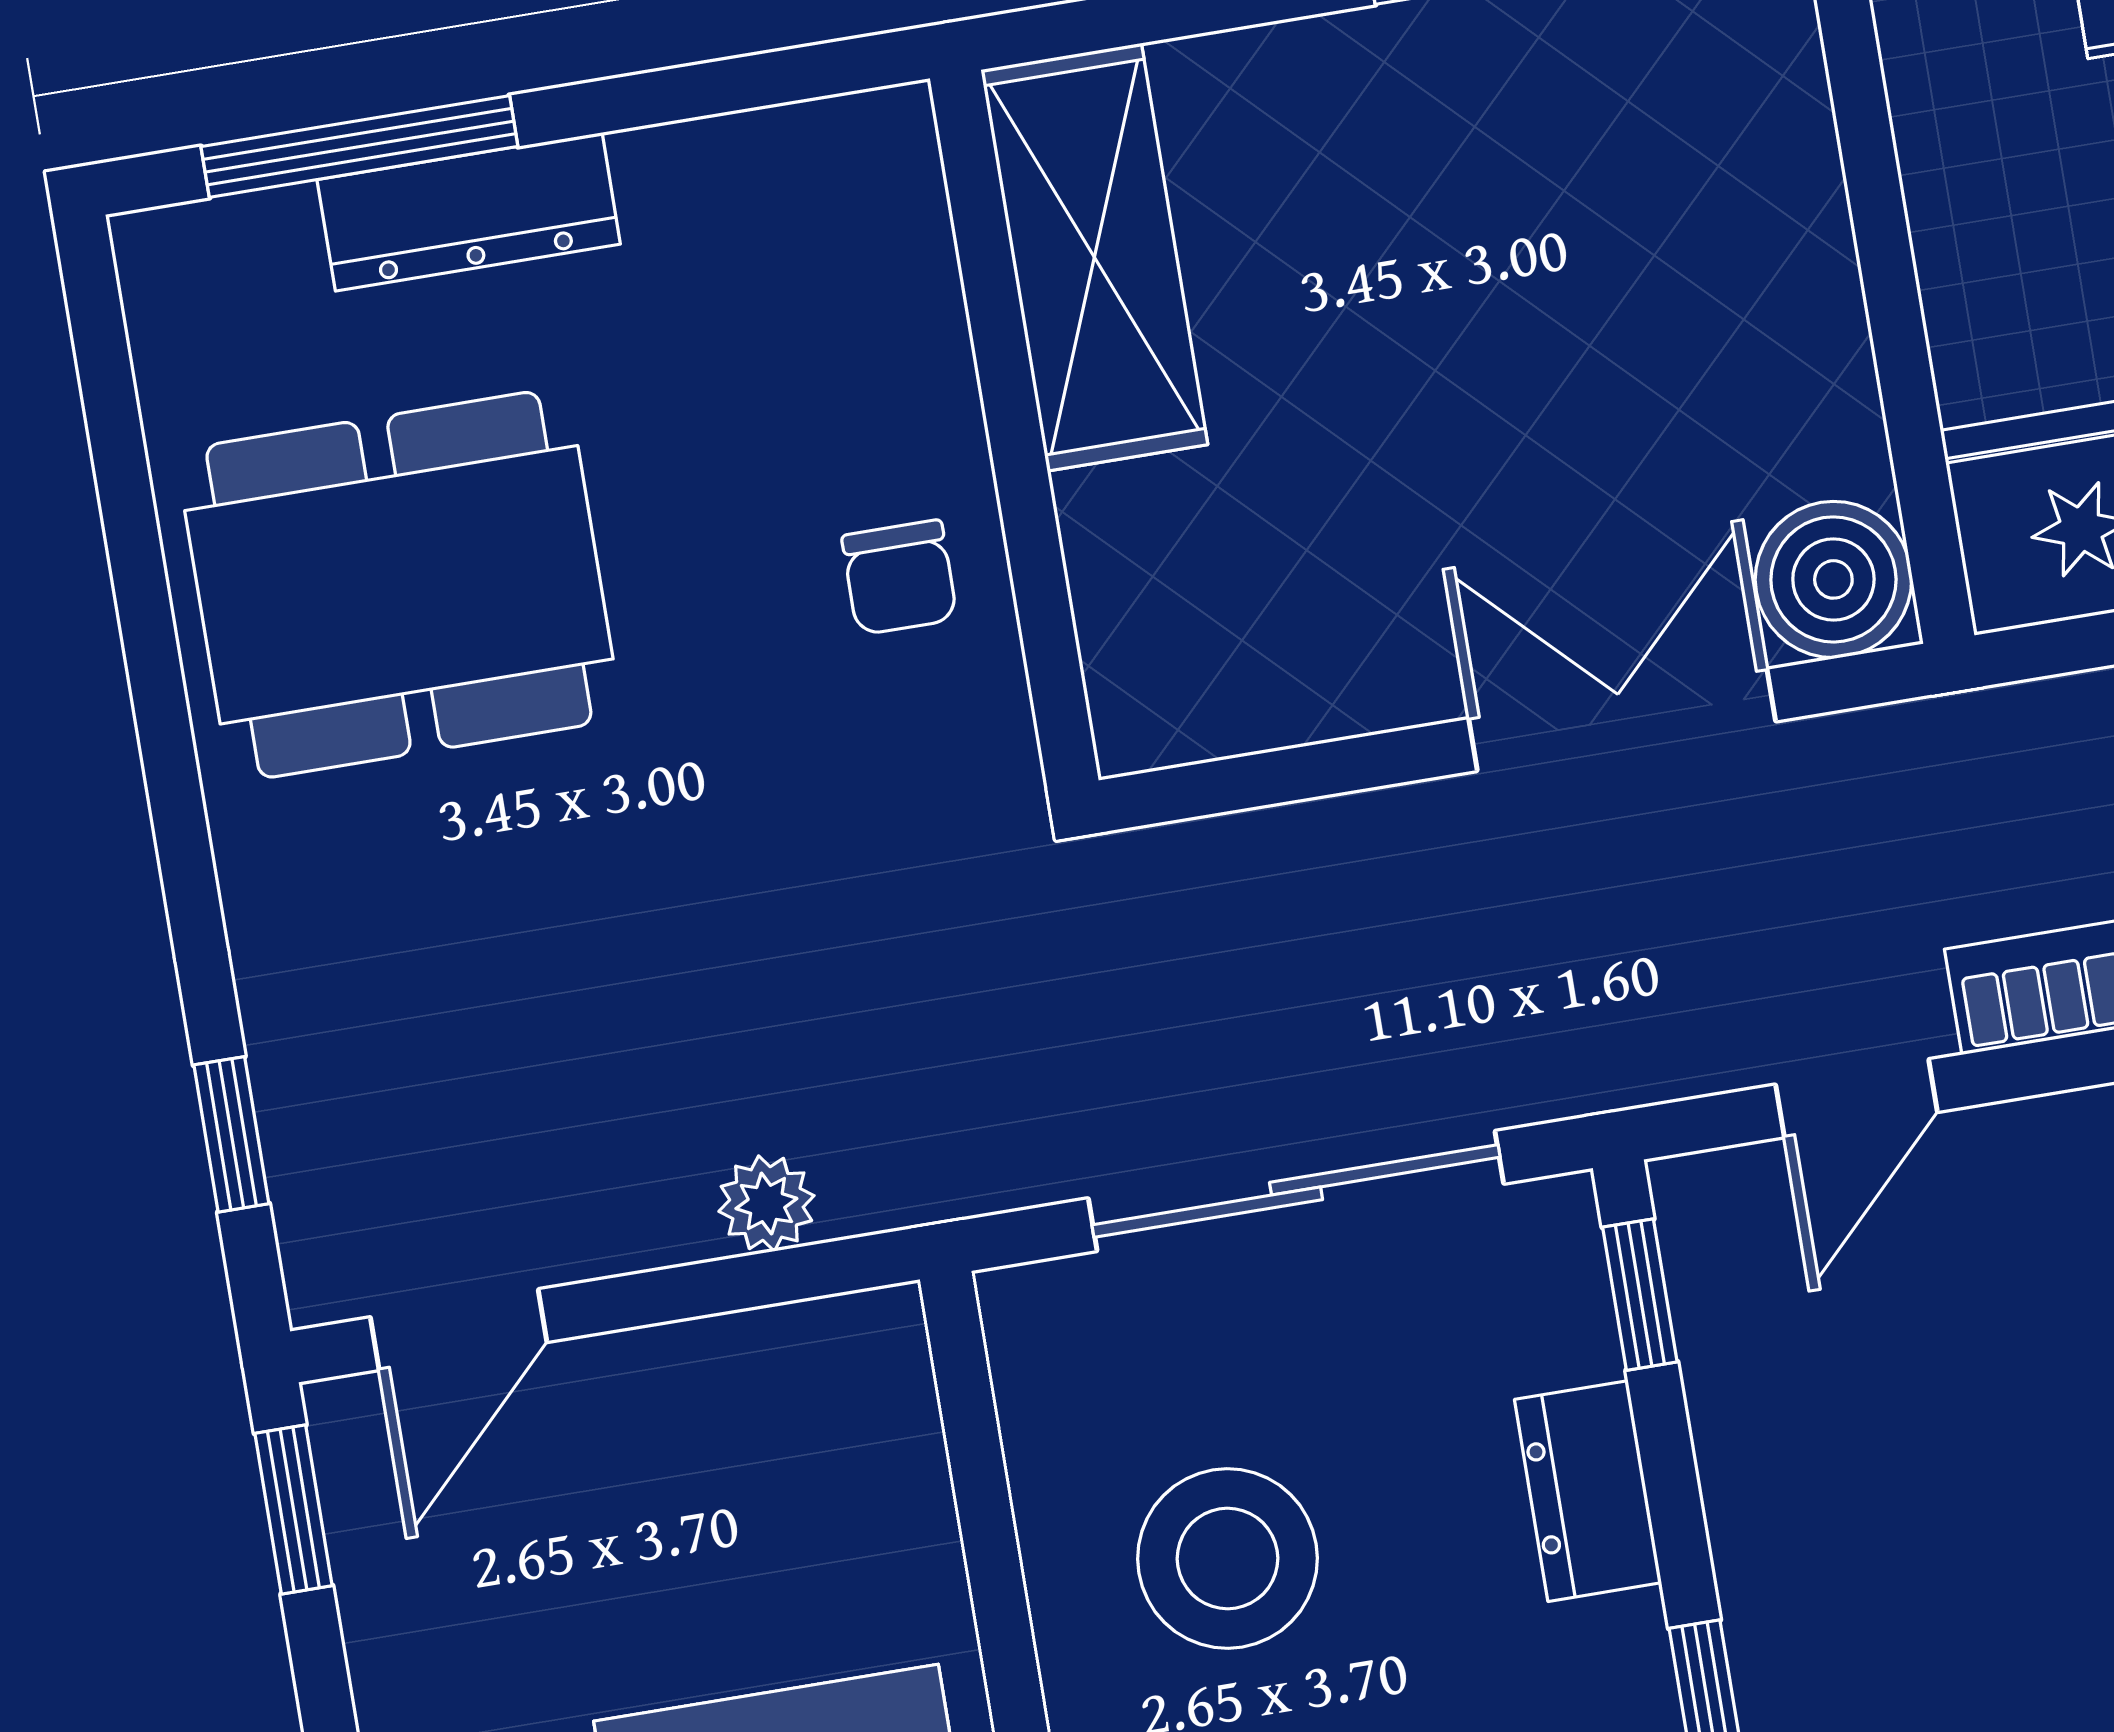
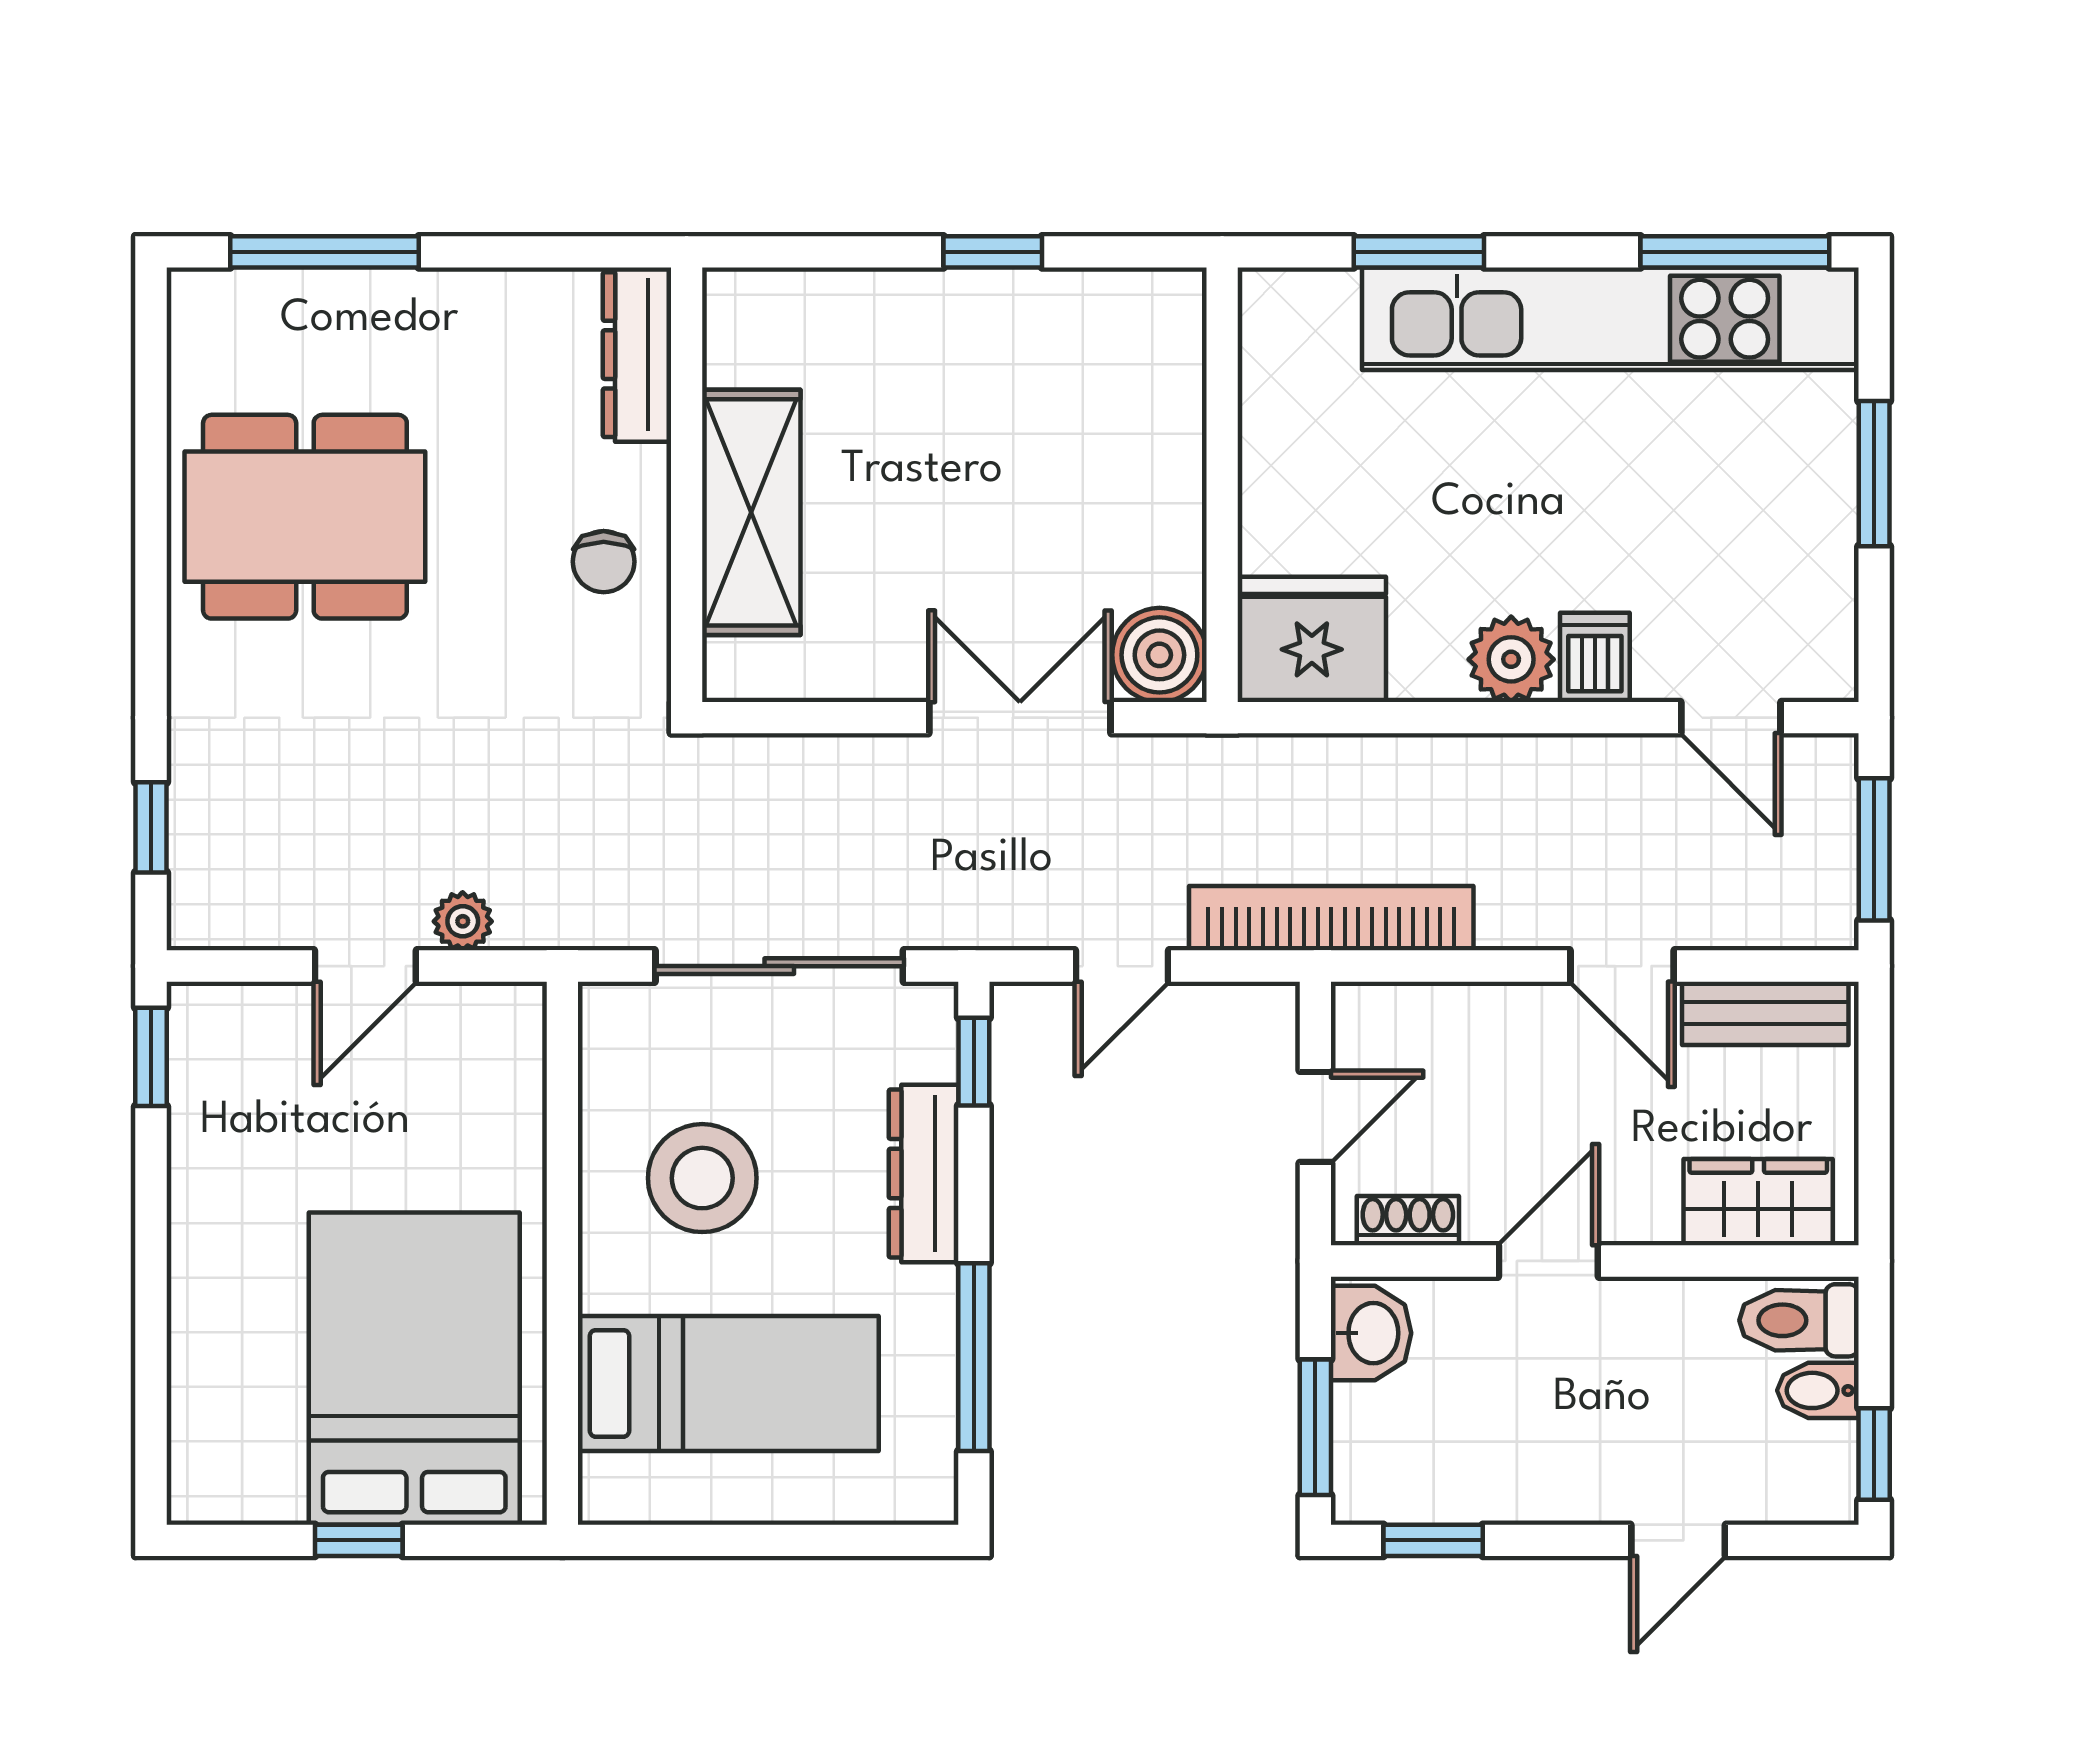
dresser: (469, 212) -> (637, 355), moved, turned 90
shelving: (1094, 257) -> (751, 512), moved
door: (459, 1330) -> (365, 966), moved
dresser: (1588, 1491) -> (924, 1173), width x1.44

